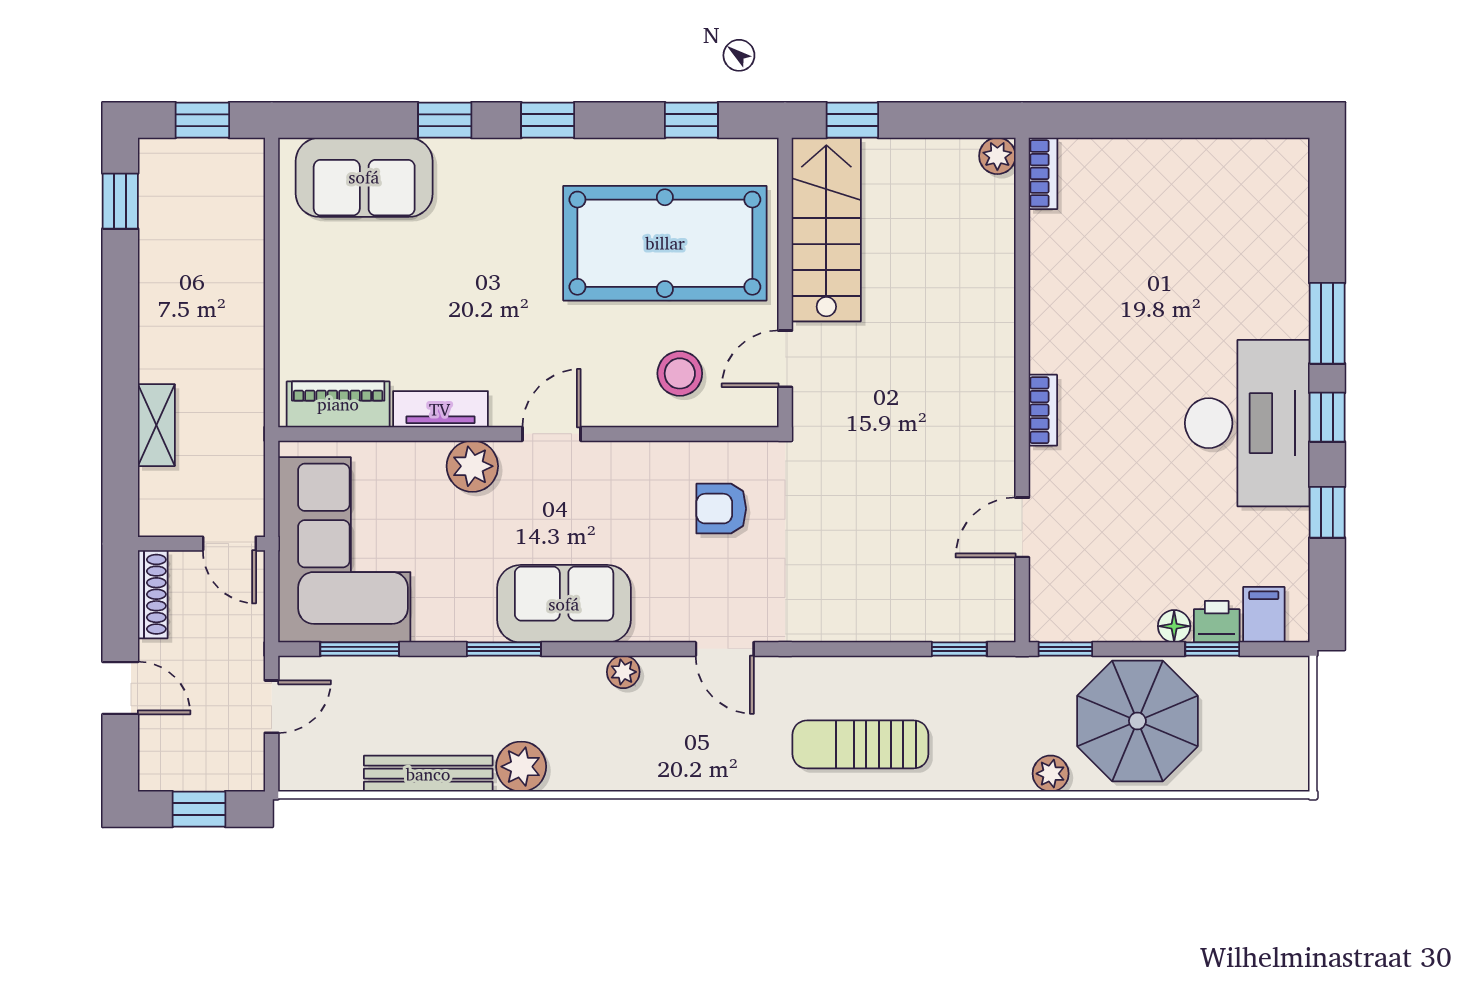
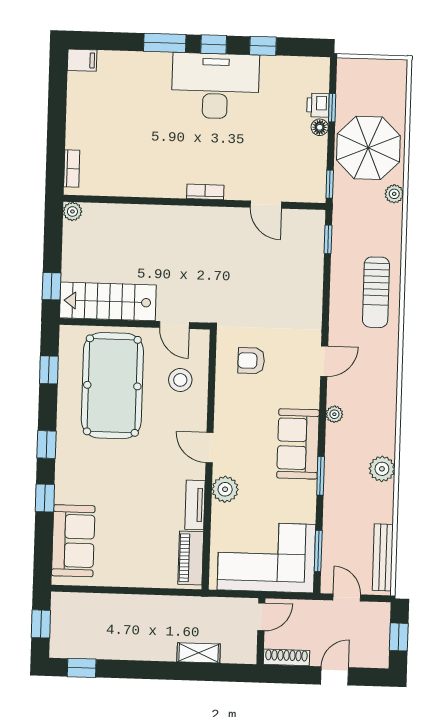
bookcase: (1043, 173) -> (72, 169), moved, turned 90
armchair: (721, 509) -> (251, 361), turned 90
filing cabinet: (1264, 615) -> (82, 60), moved, turned 180
bench: (428, 774) -> (383, 557), moved

